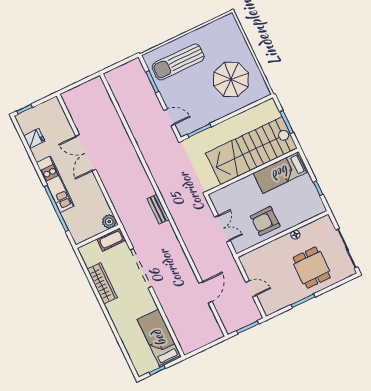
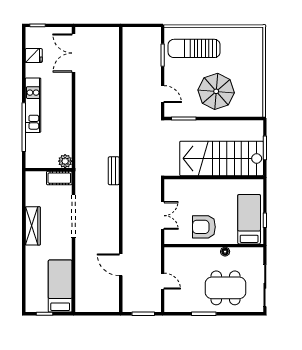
parasol: (231, 79) -> (216, 91), moved
double door: (86, 153) -> (74, 53), moved
bed: (281, 172) -> (249, 219), moved, turned 90
dining table: (312, 268) -> (226, 288), width x1.38
wardrobe: (102, 283) -> (33, 226), moved
door: (205, 292) -> (121, 265), swing flipped

